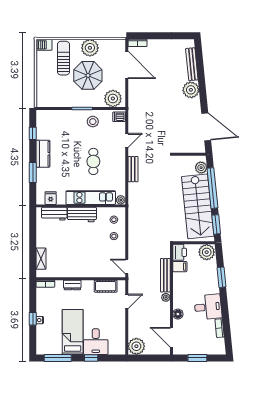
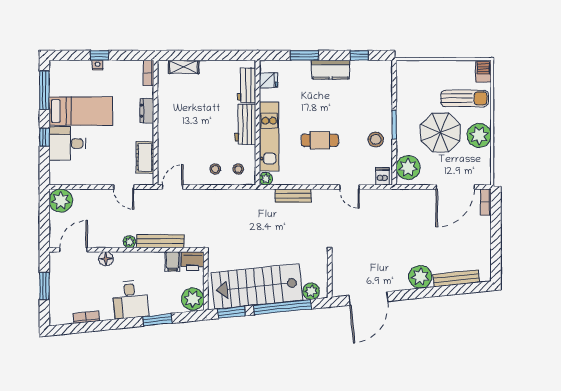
bench: (133, 169) -> (293, 196), moved
desk: (208, 307) -> (130, 299), moved

